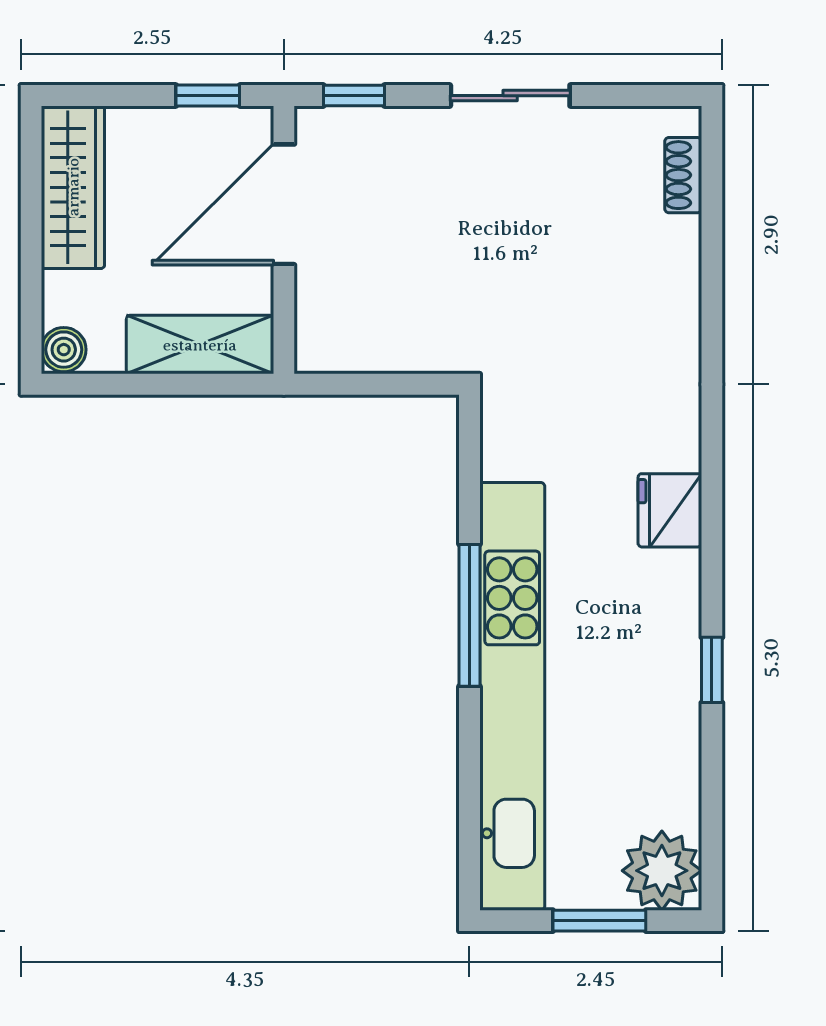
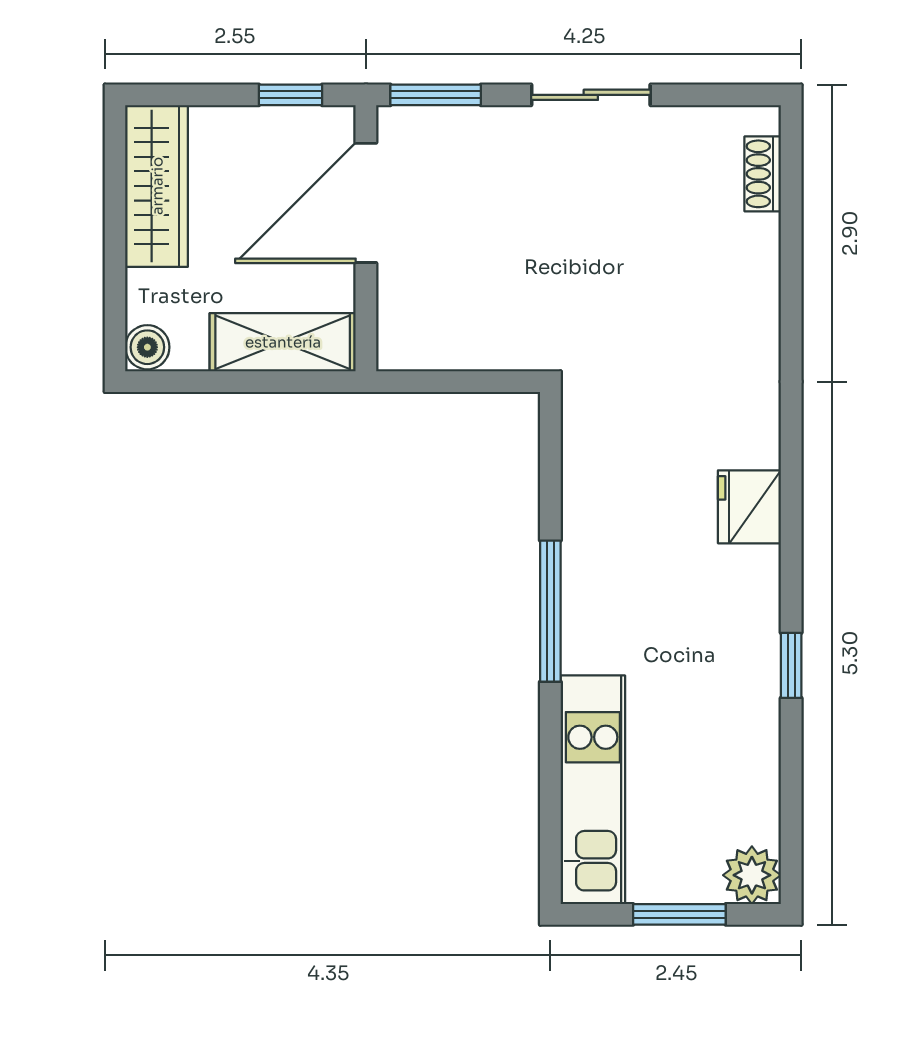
window: (354, 96) -> (436, 95), width x1.50
kitchen unit: (512, 696) -> (593, 790), width x0.54
plant: (662, 871) -> (752, 875), width x0.73, depth x0.73

